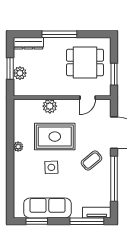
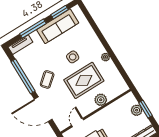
window: (87, 221) -> (33, 29), moved

